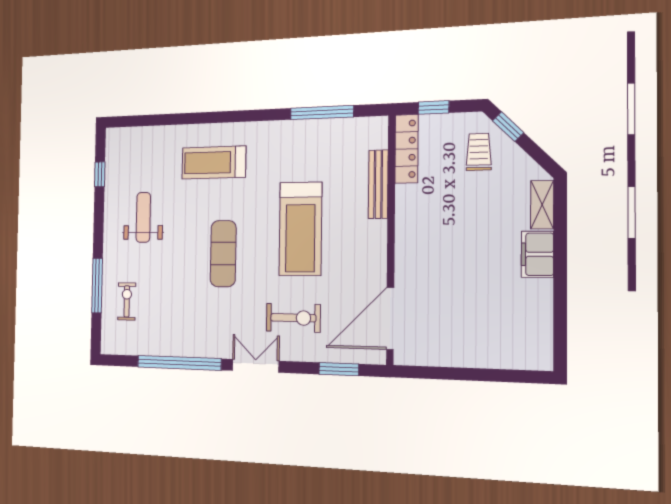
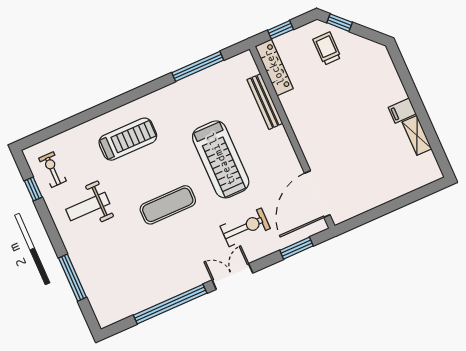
treadmill: (214, 163) -> (128, 139), turned 180
shelving: (542, 205) -> (417, 135), moved
weight bench: (143, 217) -> (88, 207), turned -90
exercise mat: (223, 254) -> (168, 205), turned 90
filing cabinet: (537, 254) -> (402, 111), width x0.50
exercise bike: (127, 301) -> (52, 170), moved

